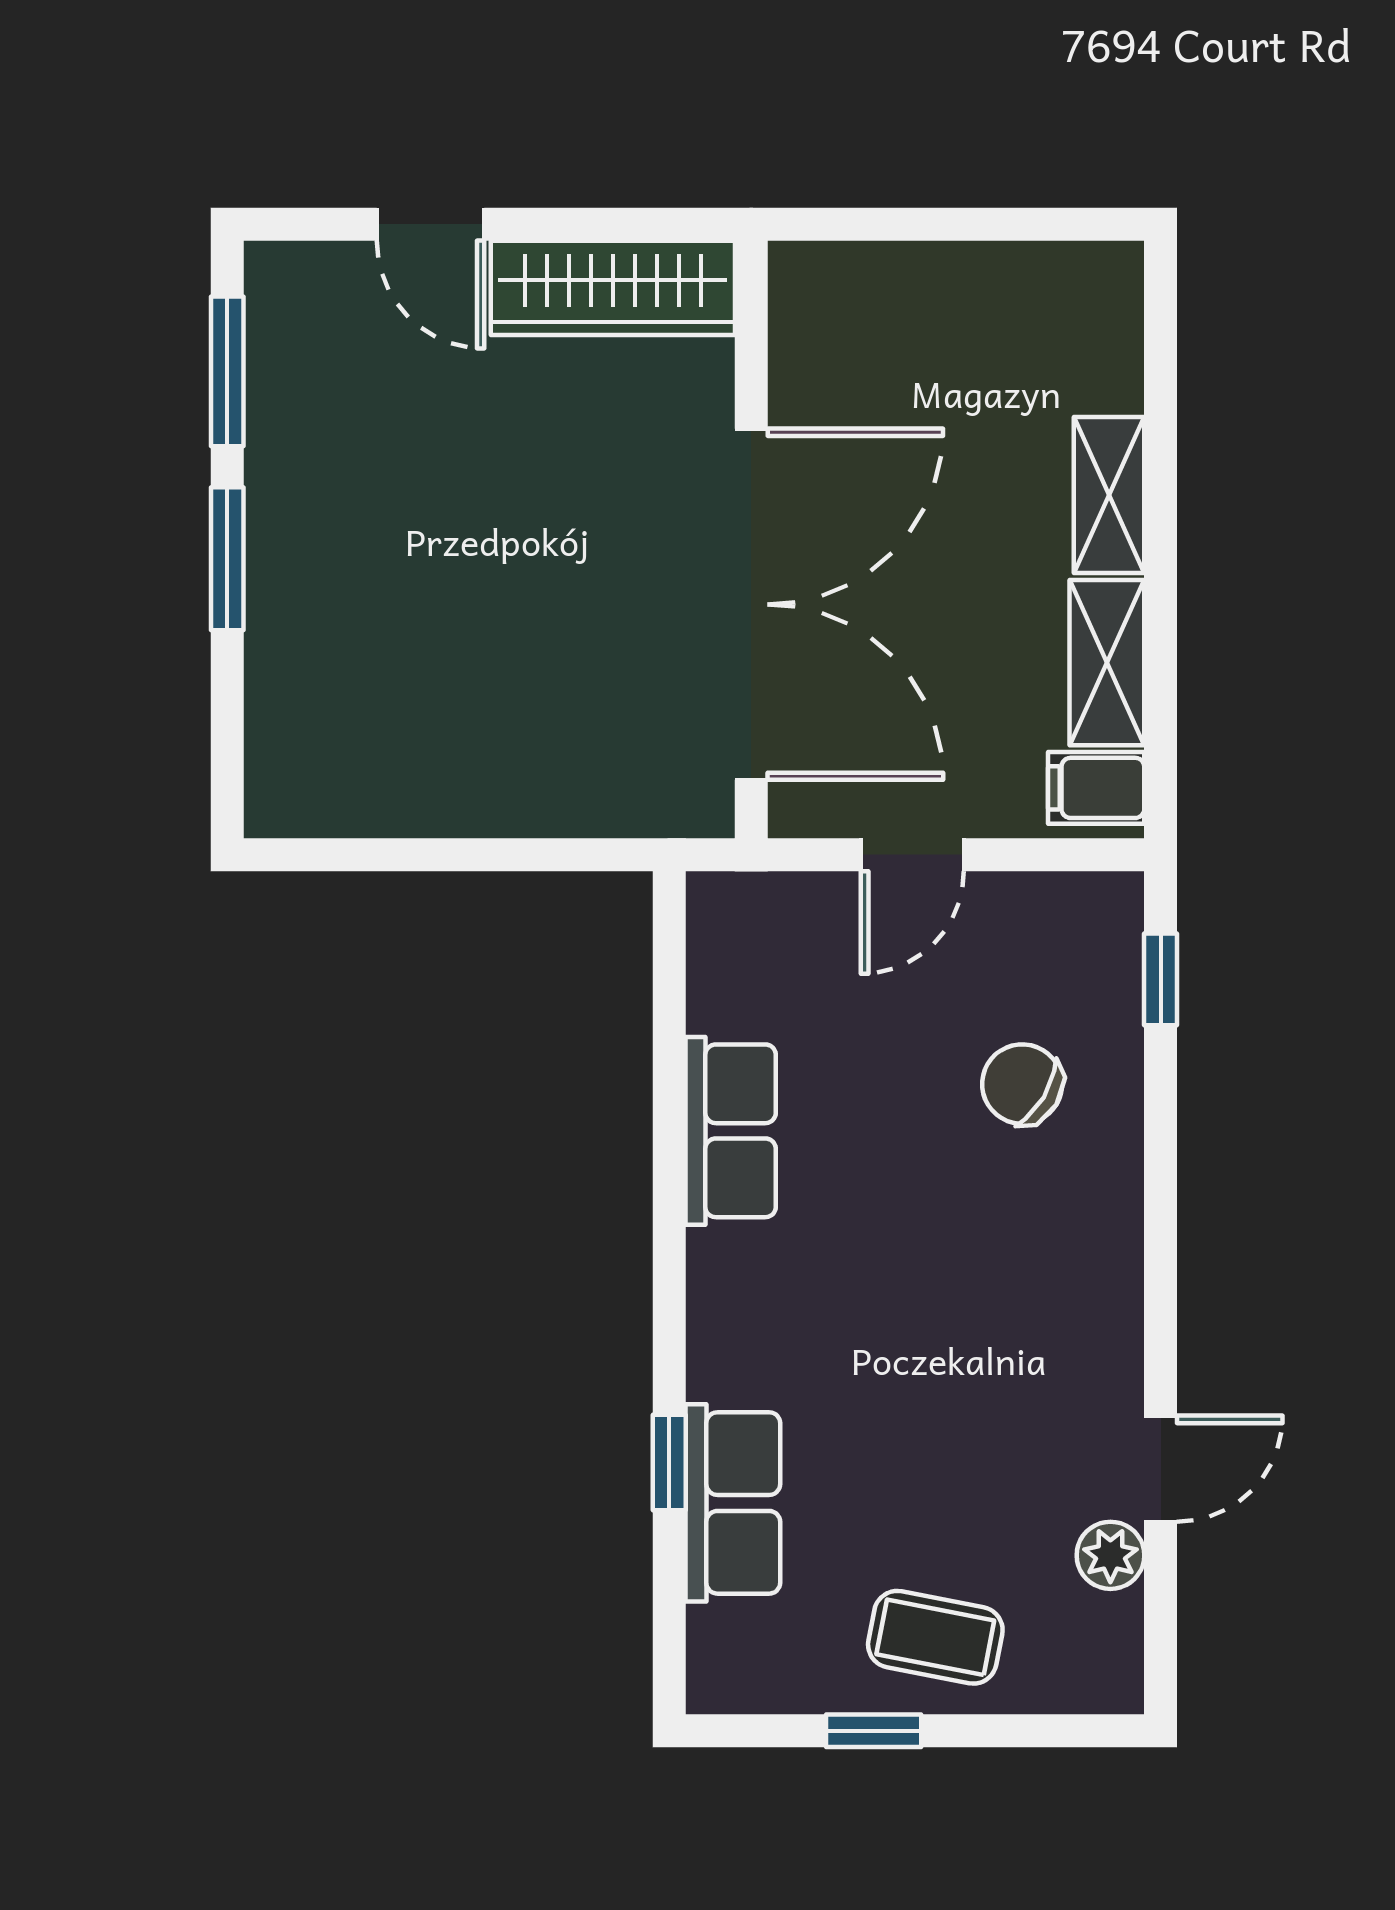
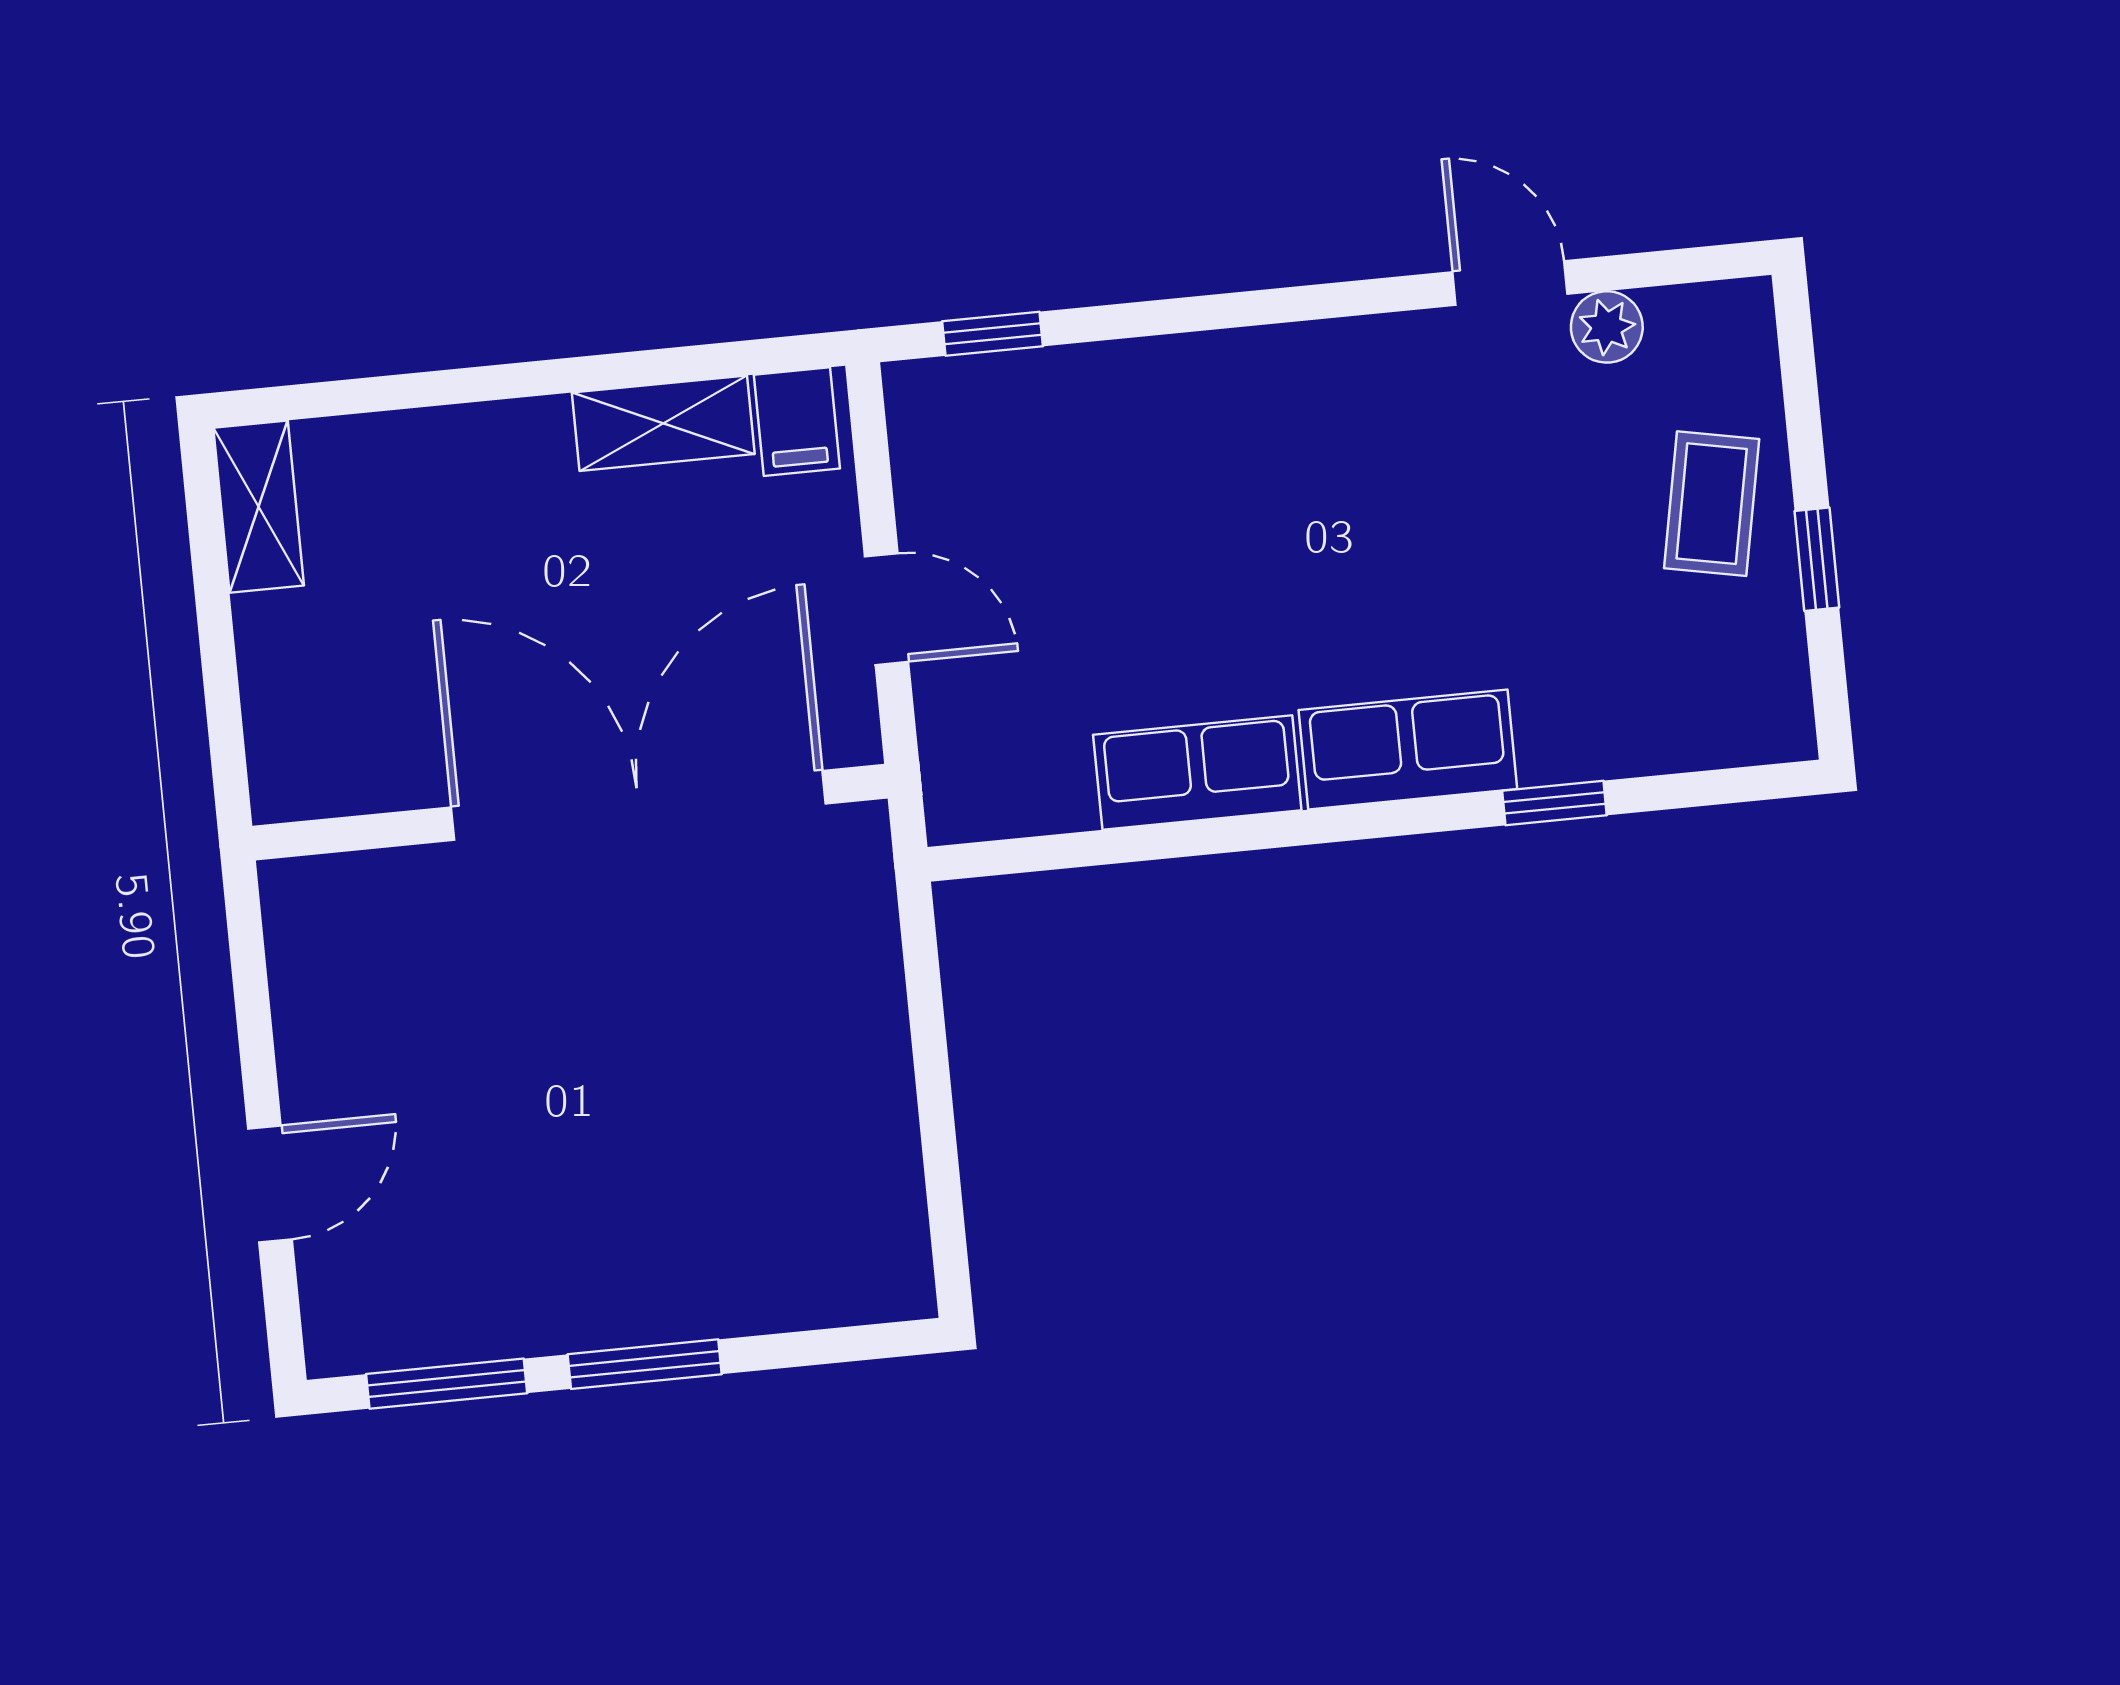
wardrobe: (613, 288) -> (318, 985), removed
shelving: (1109, 495) -> (259, 507), moved, turned 90
chair: (1022, 1084) -> (1118, 469), removed
row of seats: (733, 1503) -> (1408, 750), moved

